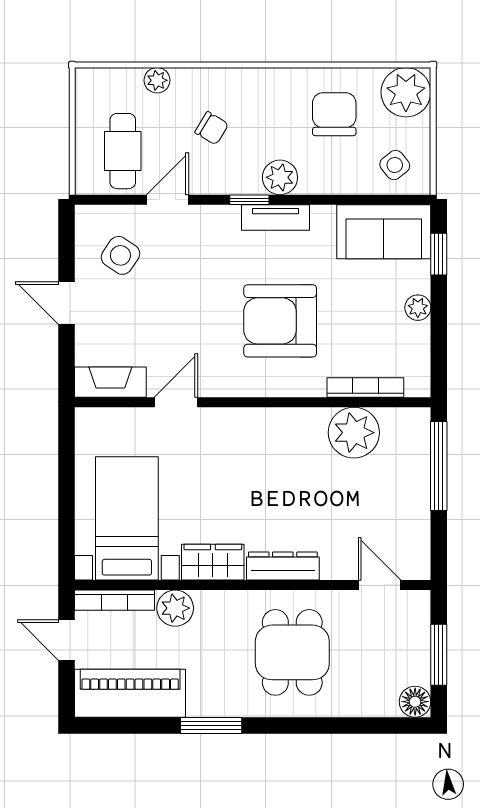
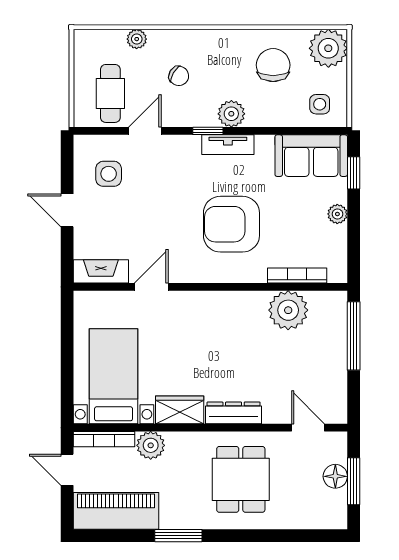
side table: (395, 165) -> (320, 104), turned 38
side table: (120, 255) -> (109, 174), turned -34
floor lamp: (415, 702) -> (335, 476), moved

